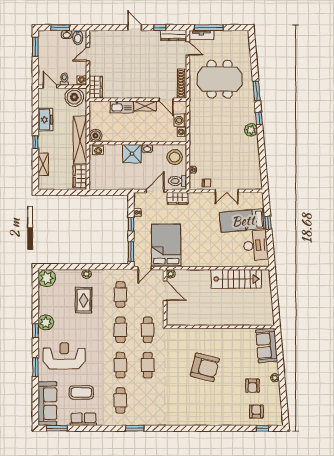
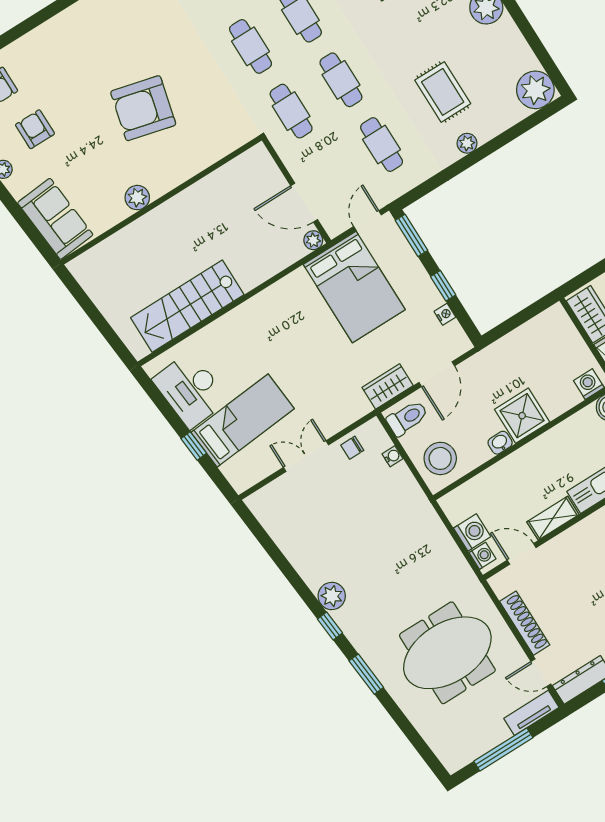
window: (209, 28) -> (503, 749), moved
shoe rack: (182, 84) -> (525, 623), moved
washing machine: (182, 132) -> (482, 556), moved
plant: (229, 334) -> (137, 198), added

